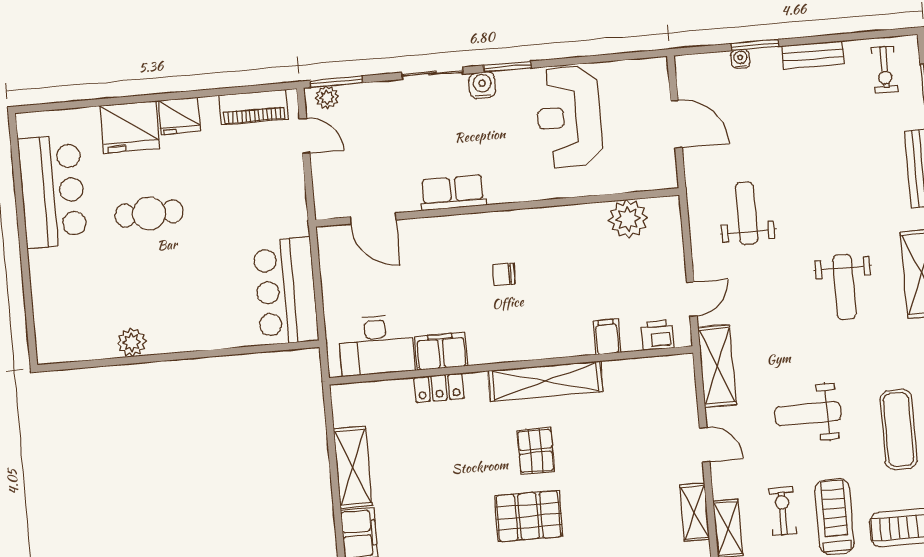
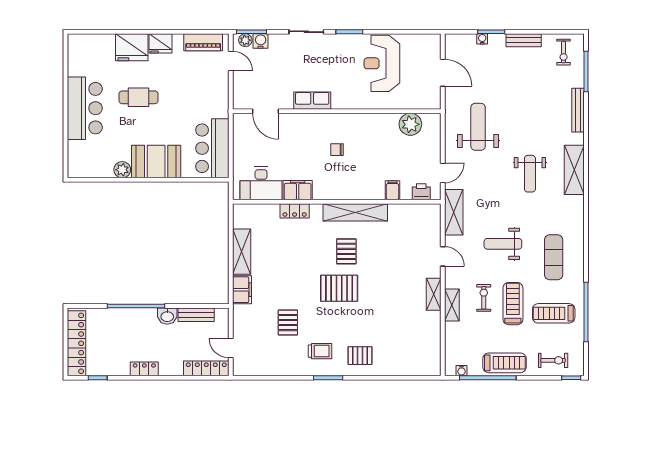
water cooler: (482, 85) -> (261, 41), moved
bar counter: (53, 191) -> (85, 108), moved
weight bench: (747, 213) -> (478, 127), width x1.36, depth x1.33
booth: (190, 323) -> (156, 162), added

